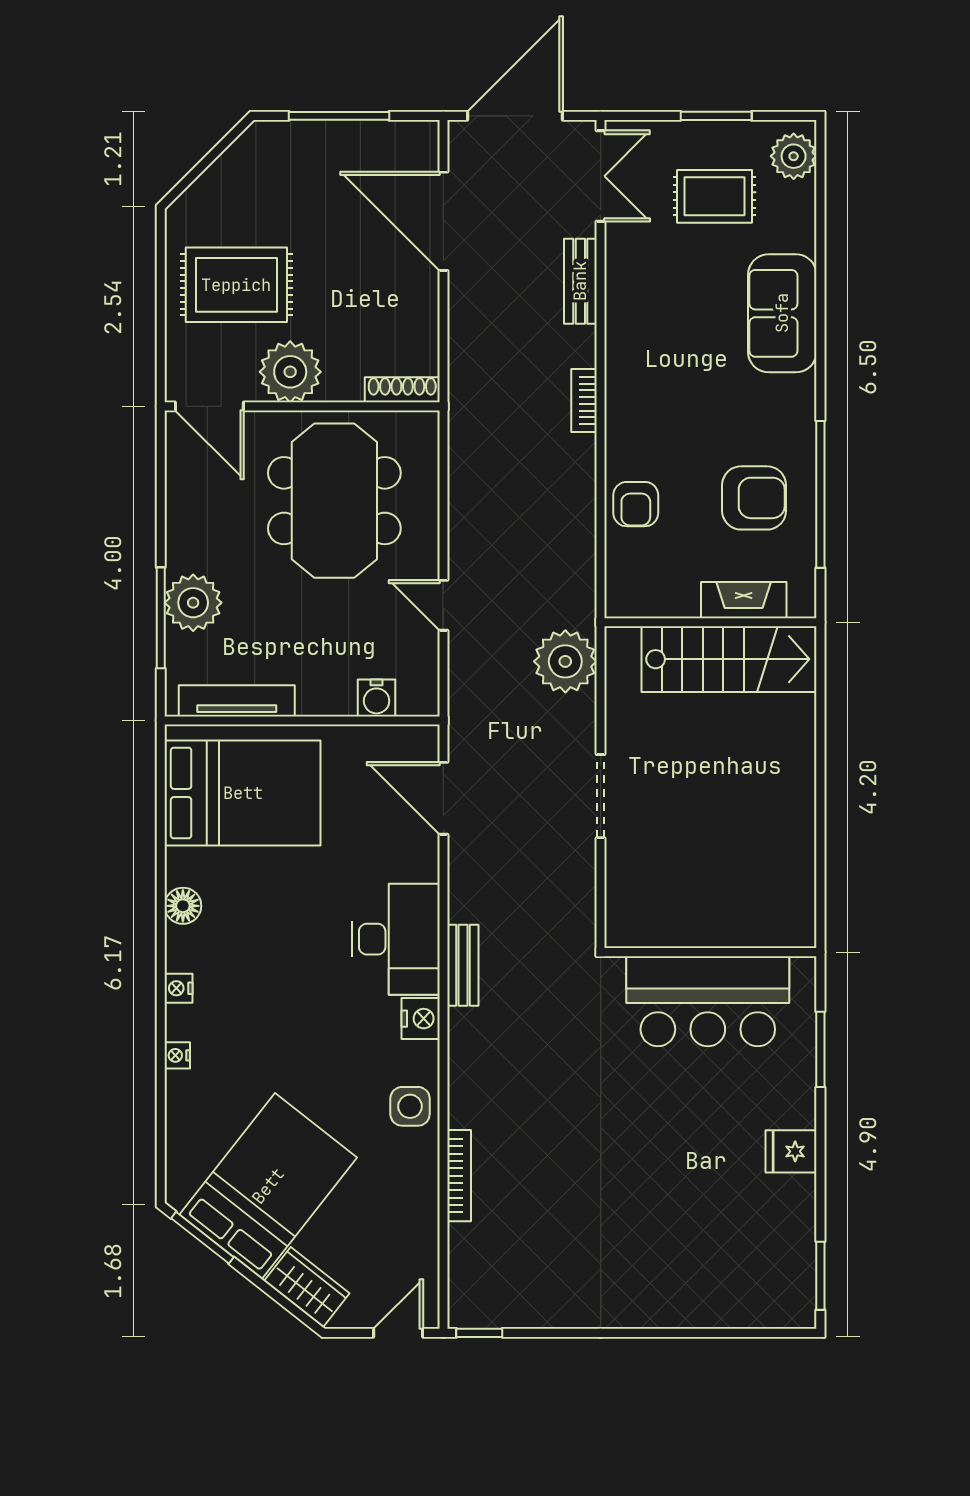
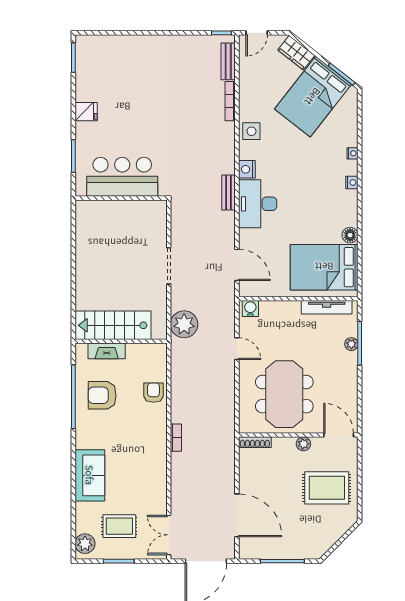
bench: (580, 281) -> (228, 61), moved
plant: (290, 372) -> (303, 444), width x0.53, depth x0.53
plant: (193, 603) -> (351, 344), width x0.53, depth x0.53
water cooler: (377, 698) -> (250, 308), moved
floor lamp: (183, 906) -> (350, 235), moved

